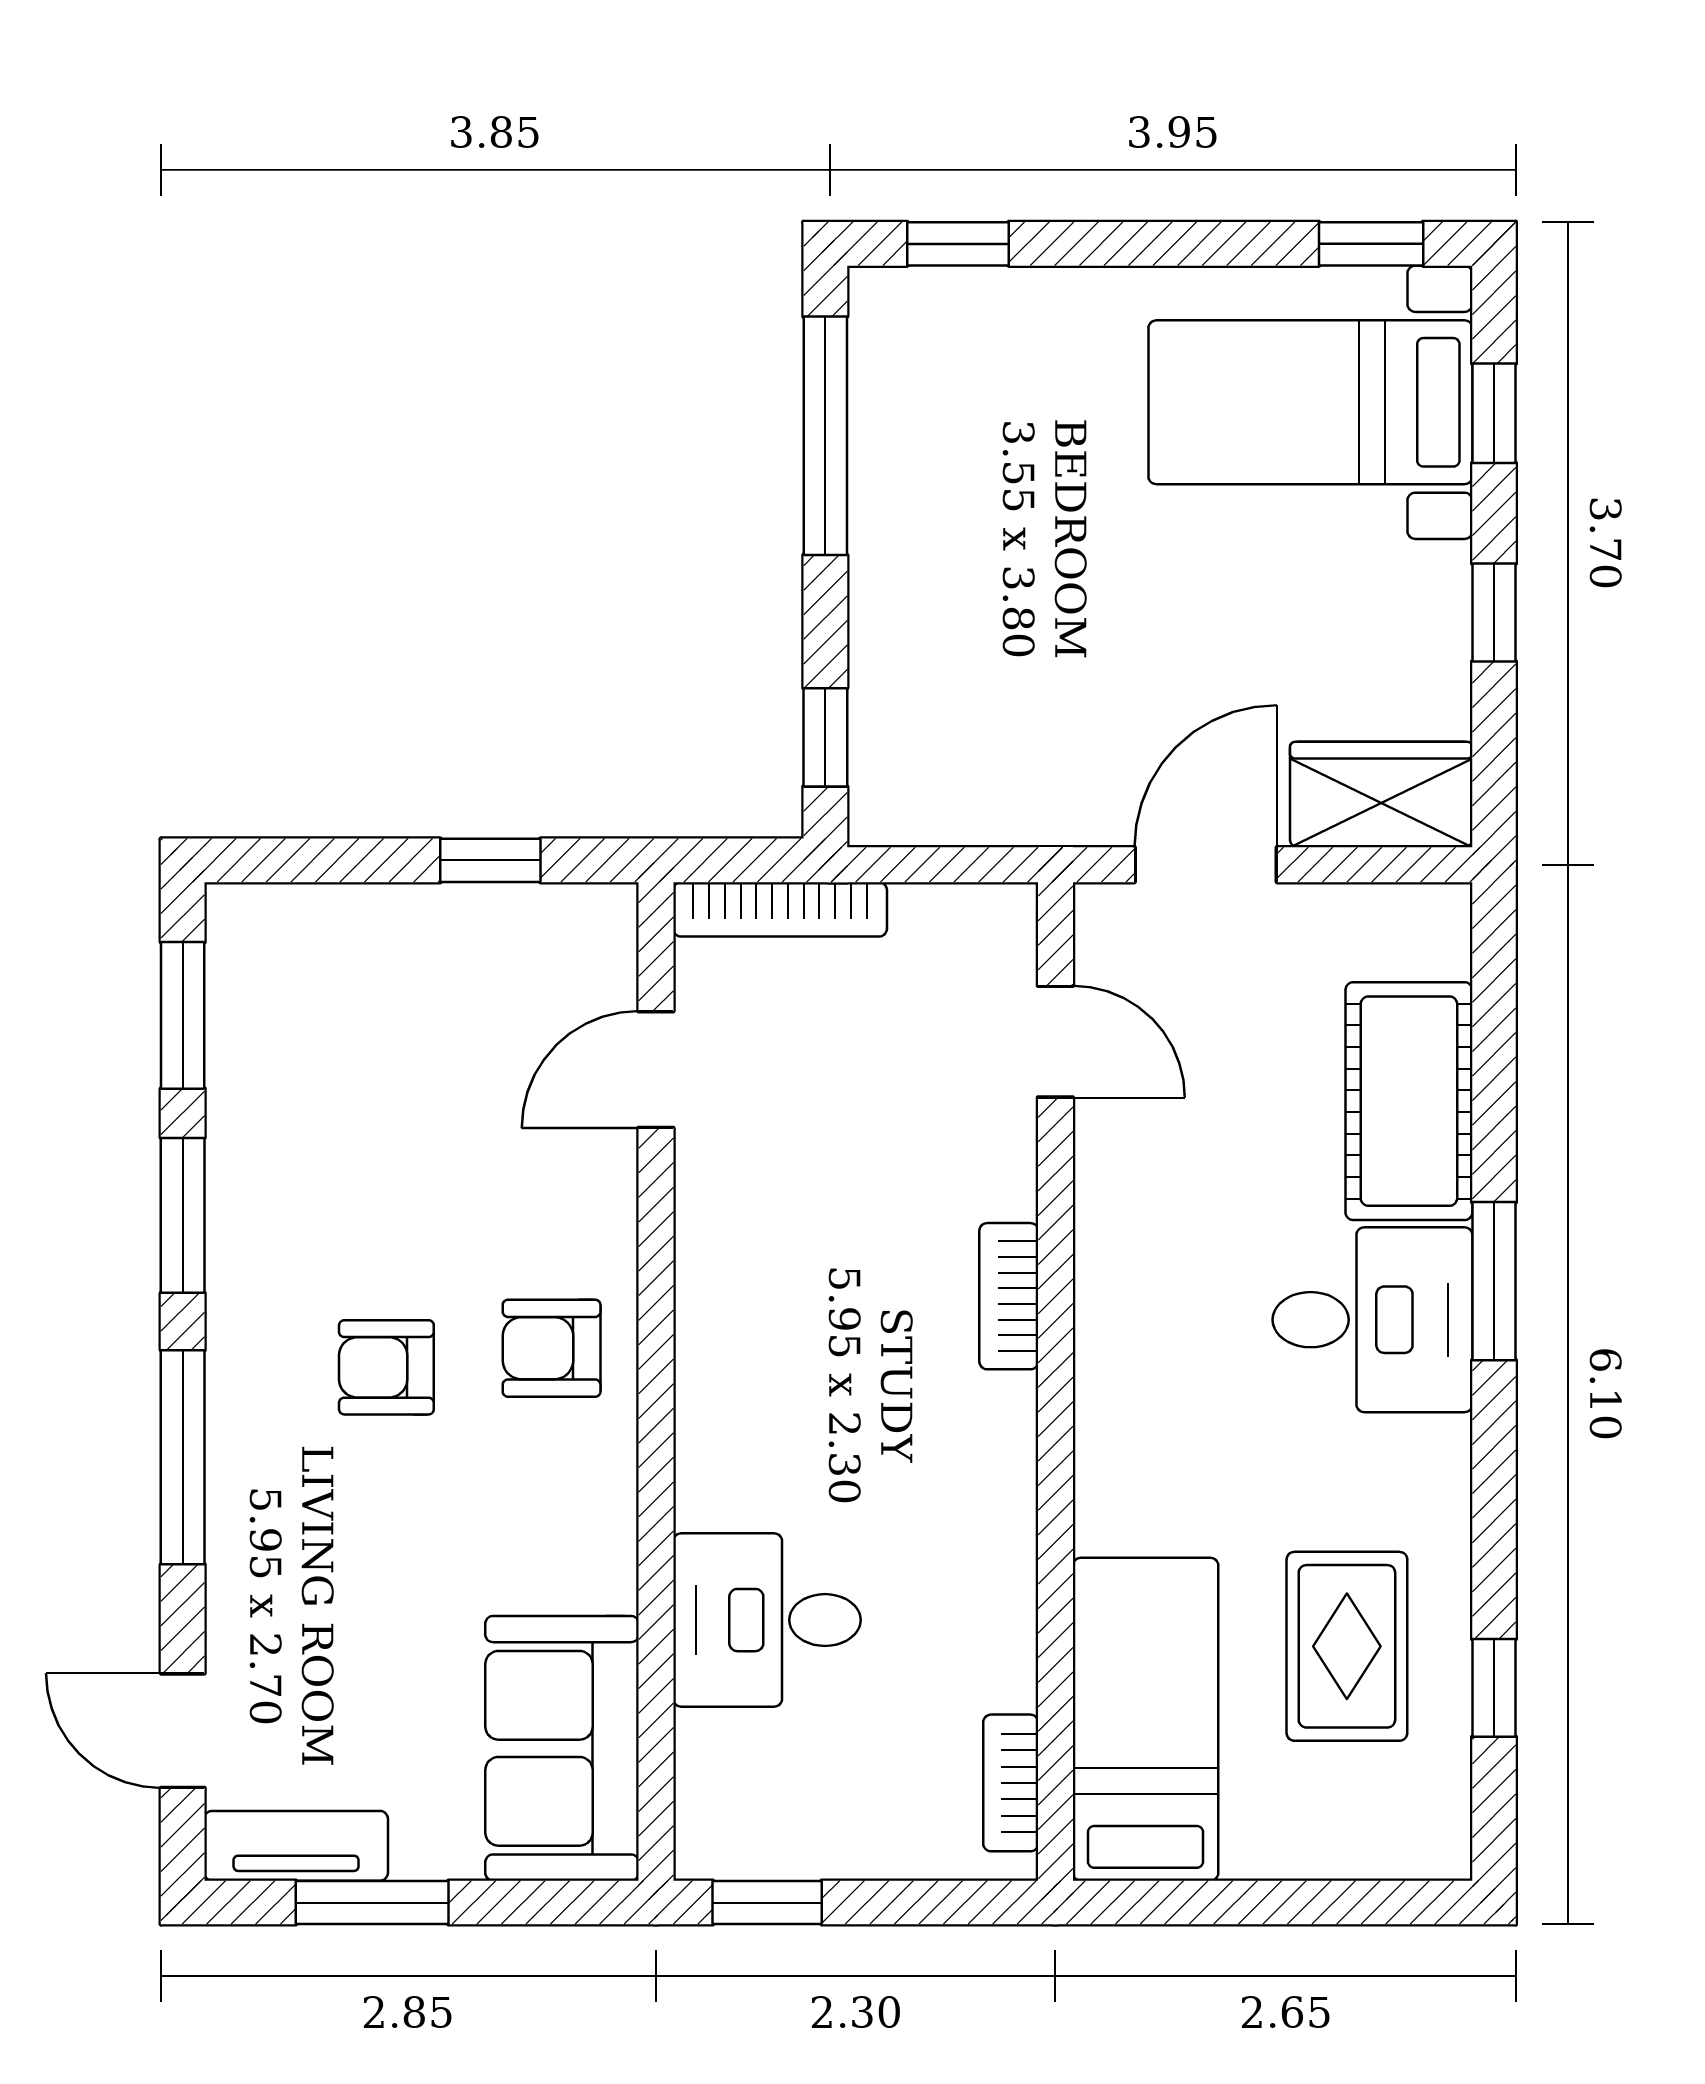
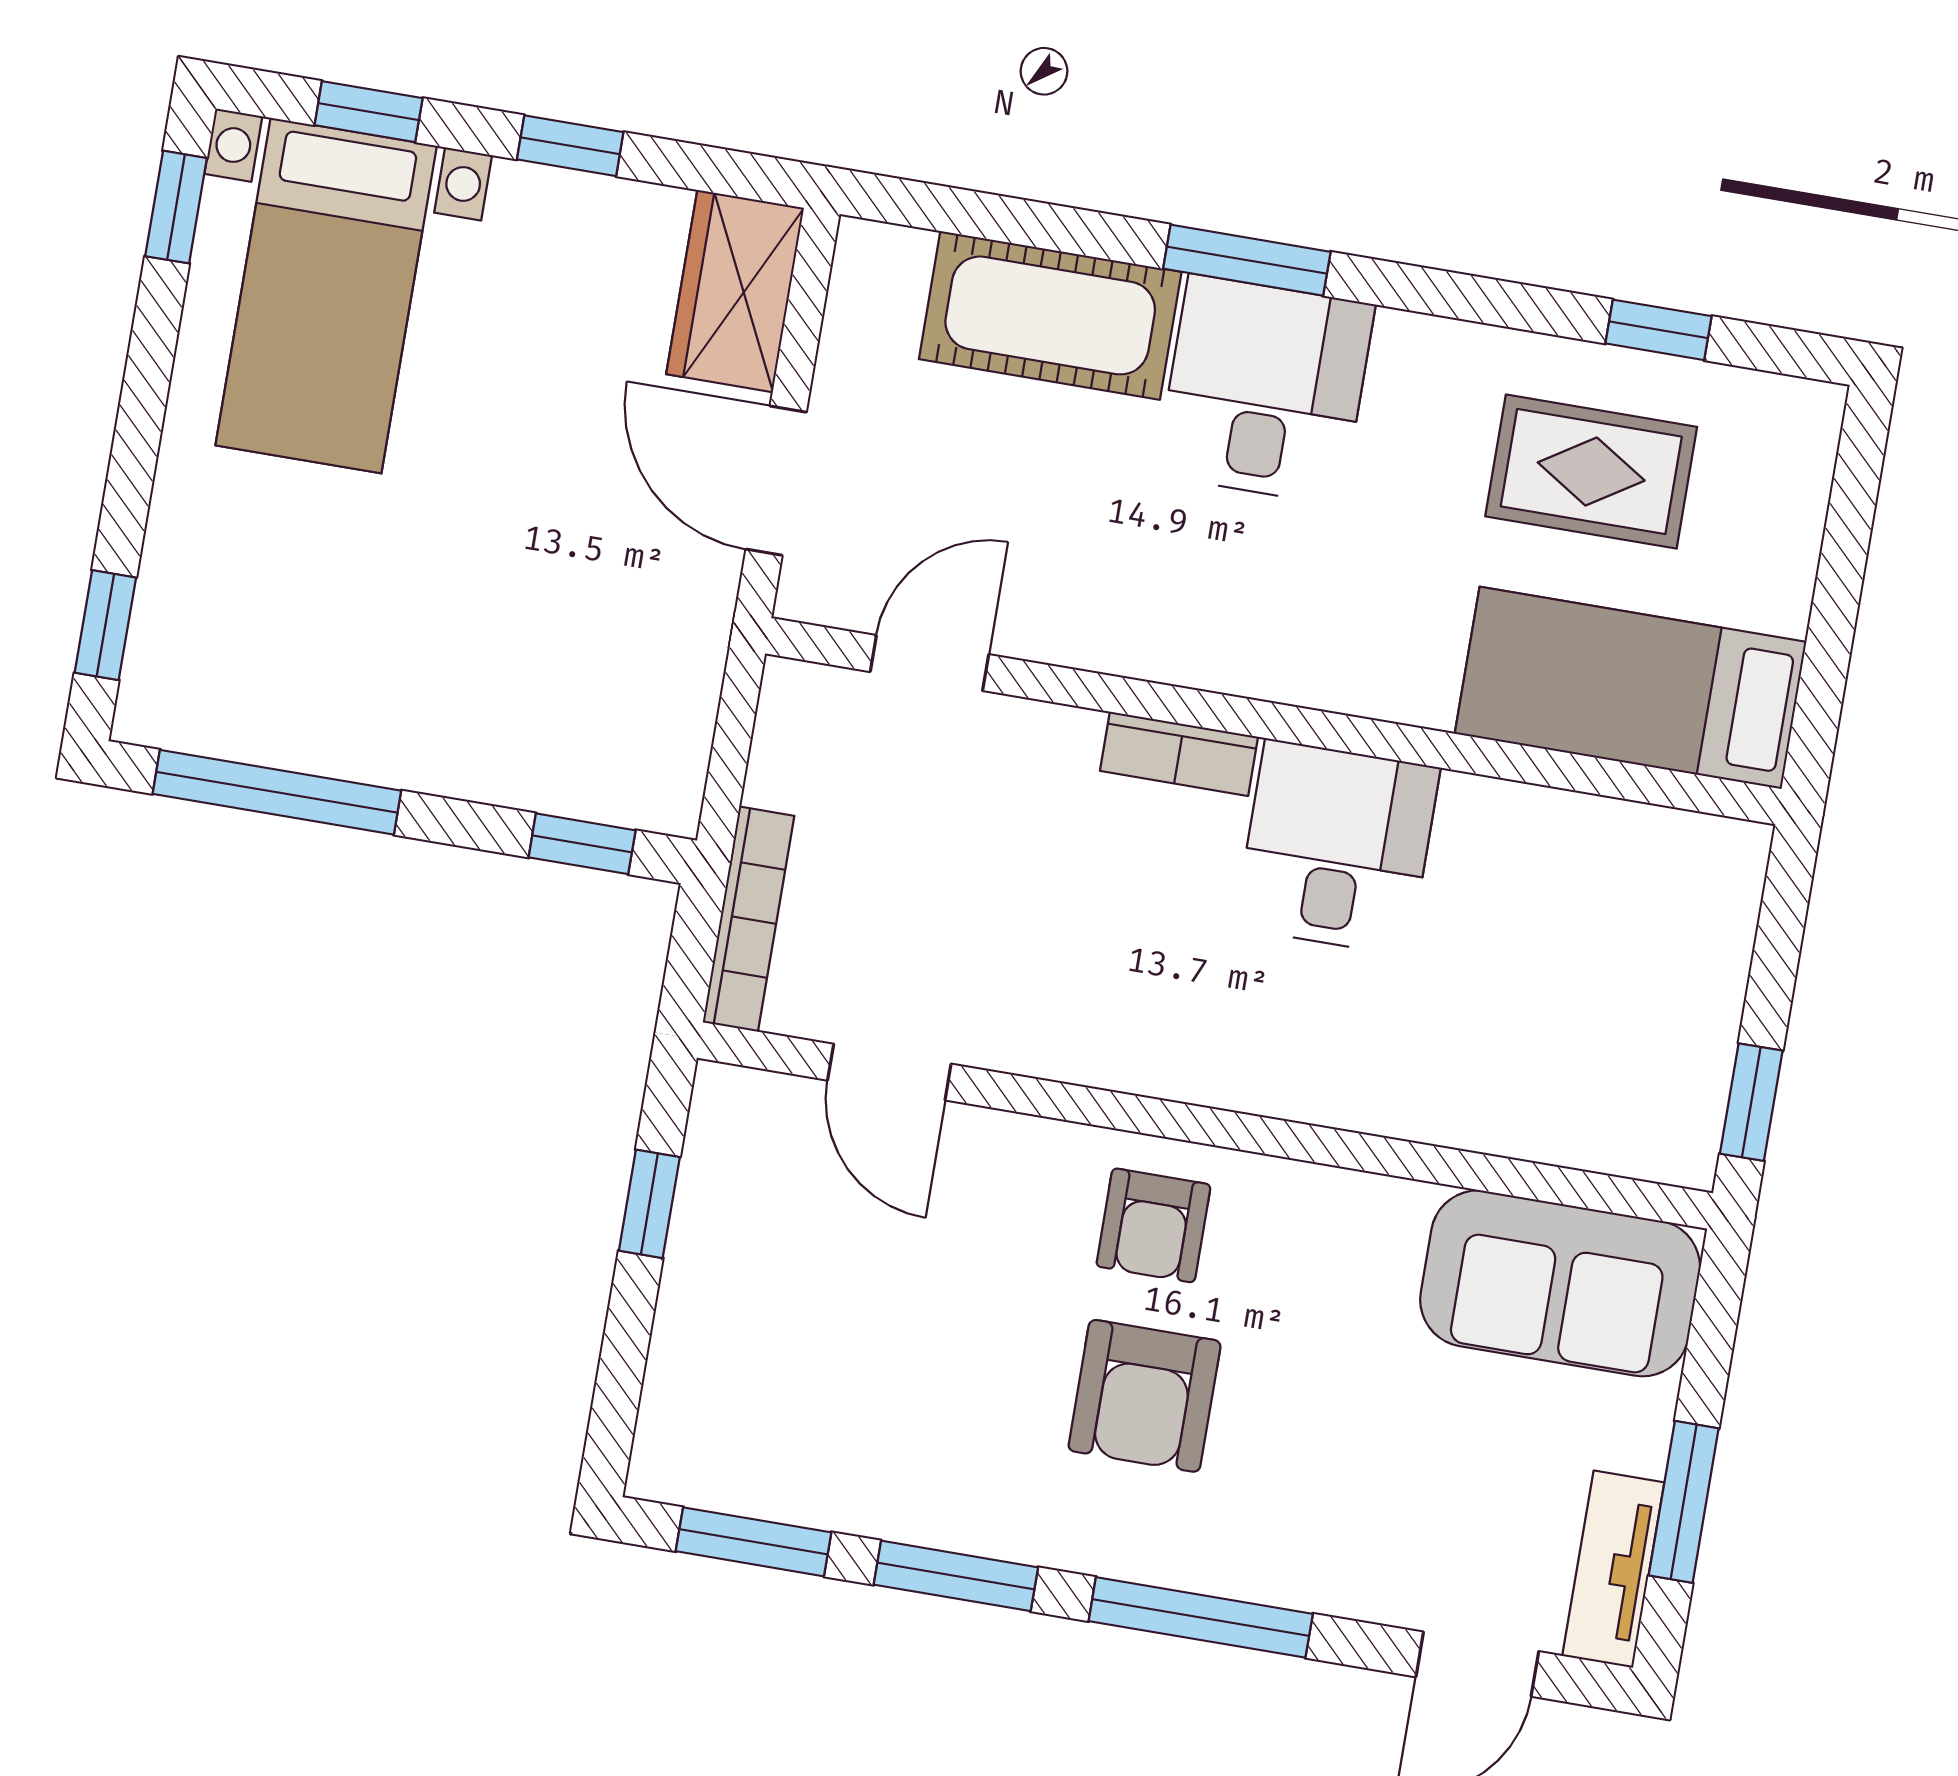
armchair: (386, 1367) -> (1145, 1396), width x1.38, depth x1.38
desk: (767, 1620) -> (1337, 847), moved, turned 180
bookcase: (1011, 1783) -> (1672, 835), removed

